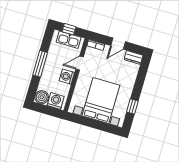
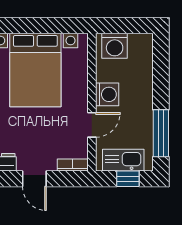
door: (118, 44) -> (34, 179), swing flipped
window: (40, 64) -> (161, 133), moved
boiler: (42, 97) -> (141, 45), removed

